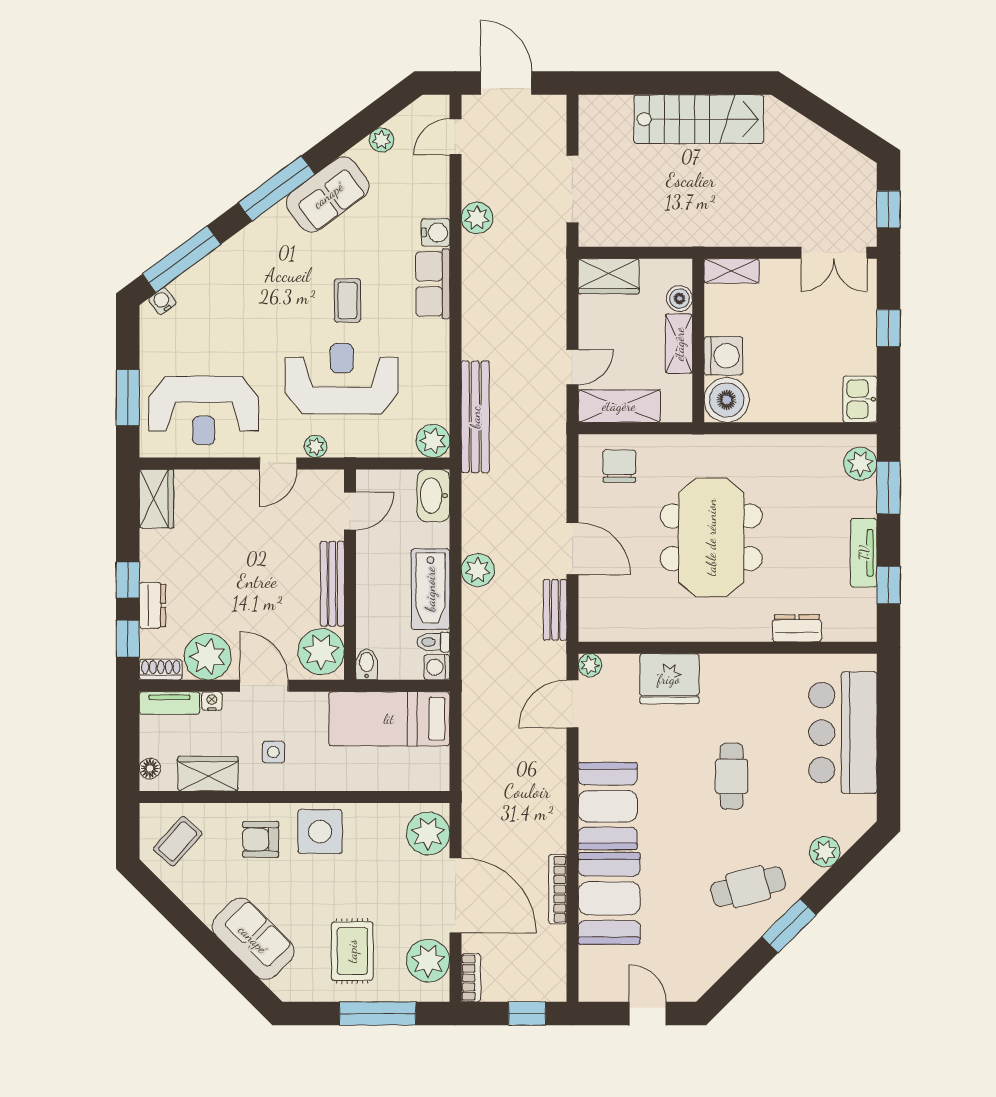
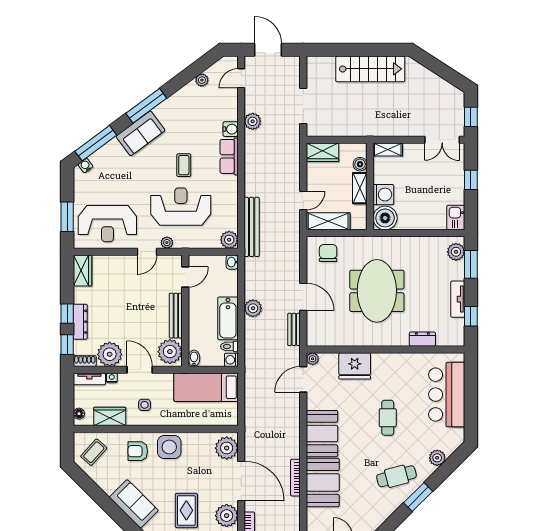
sofa: (328, 195) -> (140, 133), moved
washbasin: (433, 496) -> (232, 262), width x0.52, depth x0.69
dresser: (152, 605) -> (80, 322), width x1.44

